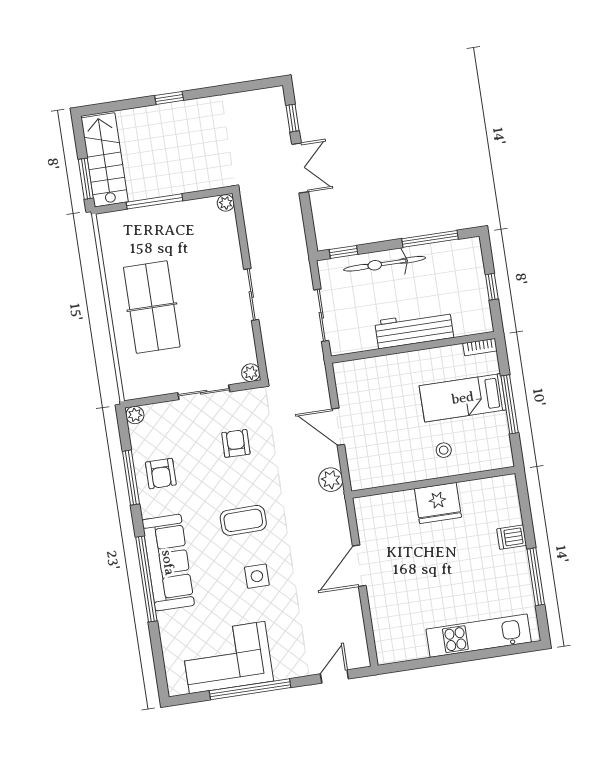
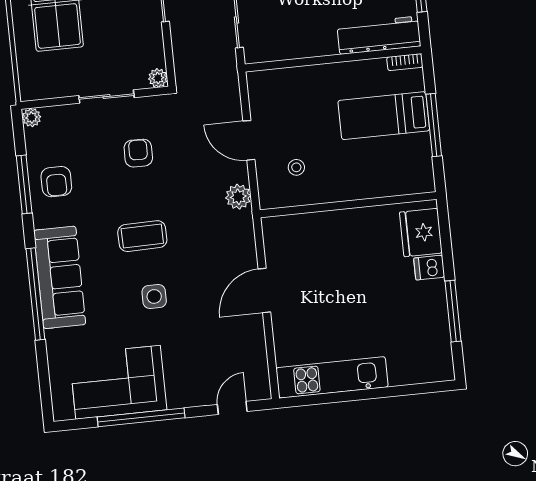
workbench: (414, 329) -> (379, 35), moved
stool: (444, 450) -> (296, 167), moved
fridge: (438, 503) -> (421, 233), moved, turned 90
kitchen unit: (479, 636) -> (332, 377), moved

